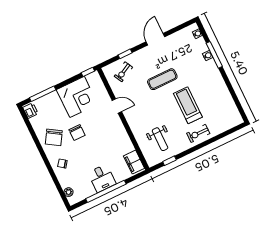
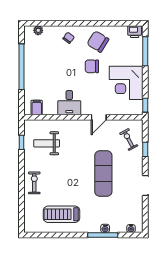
exercise mat: (162, 79) -> (103, 174), width x1.36, depth x1.45
treadmill: (188, 105) -> (62, 214), moved, turned 180
filing cabinet: (134, 162) -> (37, 108), width x0.50
desk: (102, 178) -> (69, 103), moved, turned -90

